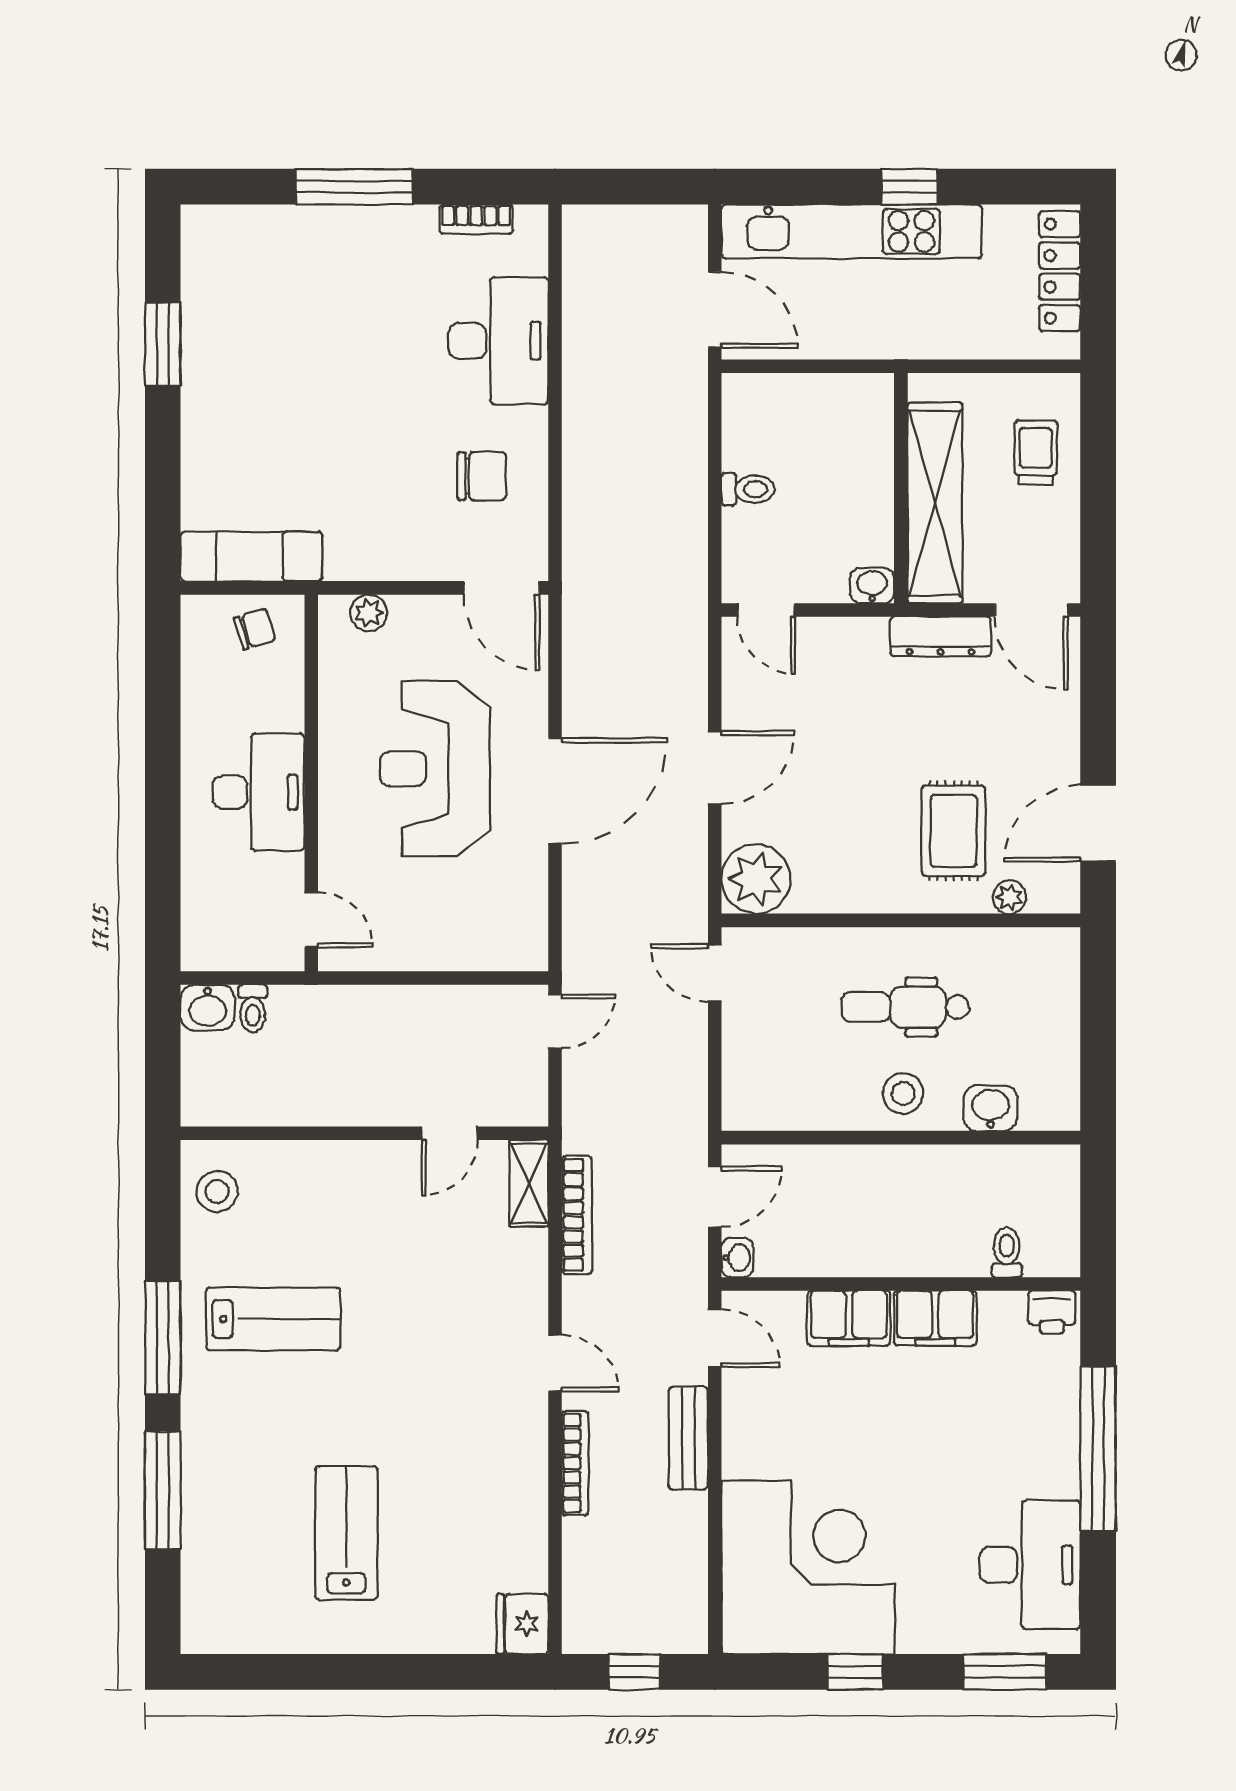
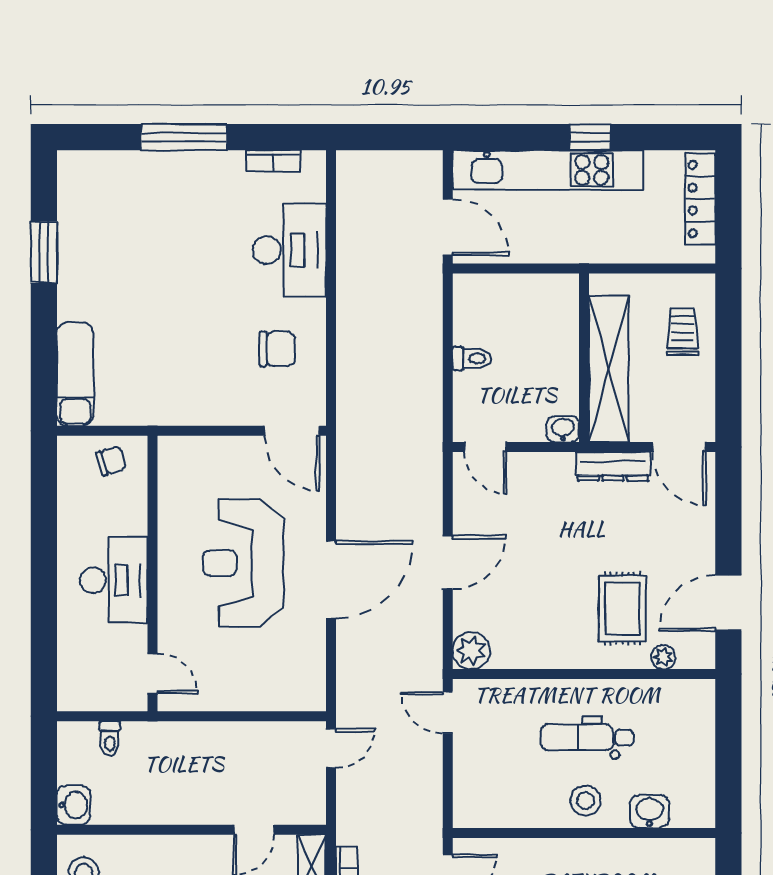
exam couch: (251, 556) -> (75, 374), moved, turned 90
plant: (369, 613) -> (194, 449), removed
plant: (756, 879) -> (471, 651), width x0.73, depth x0.73
washbasin: (208, 1008) -> (74, 805), moved, turned -90

